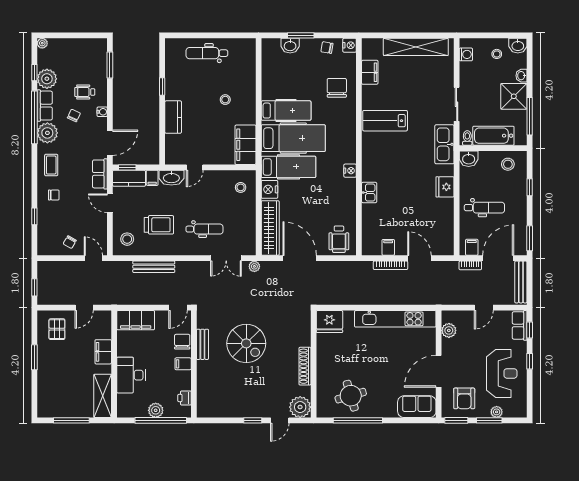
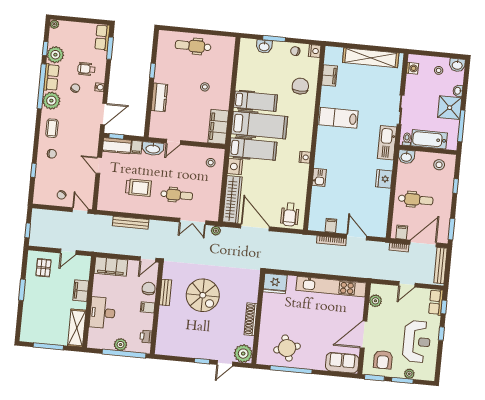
row of seats: (100, 174) -> (102, 37), moved
stool: (127, 239) -> (110, 197), removed

